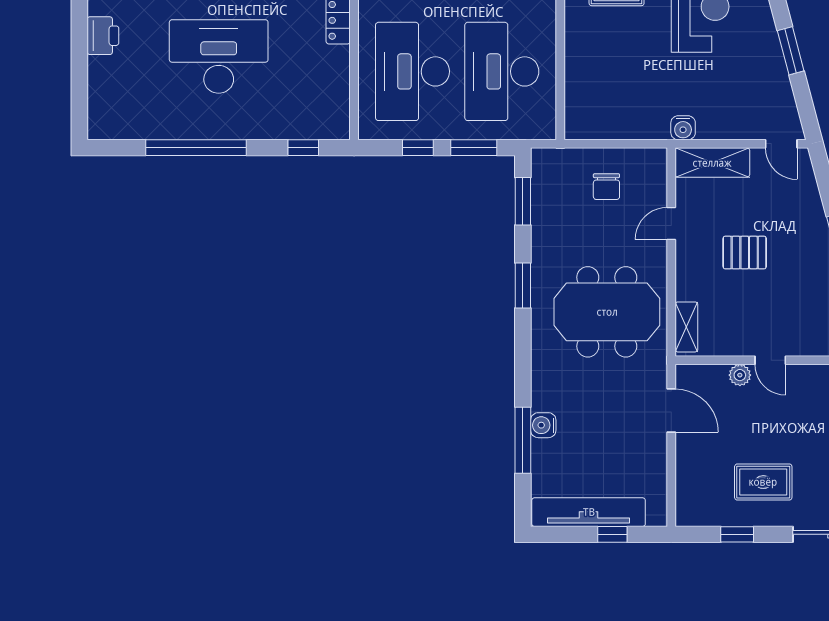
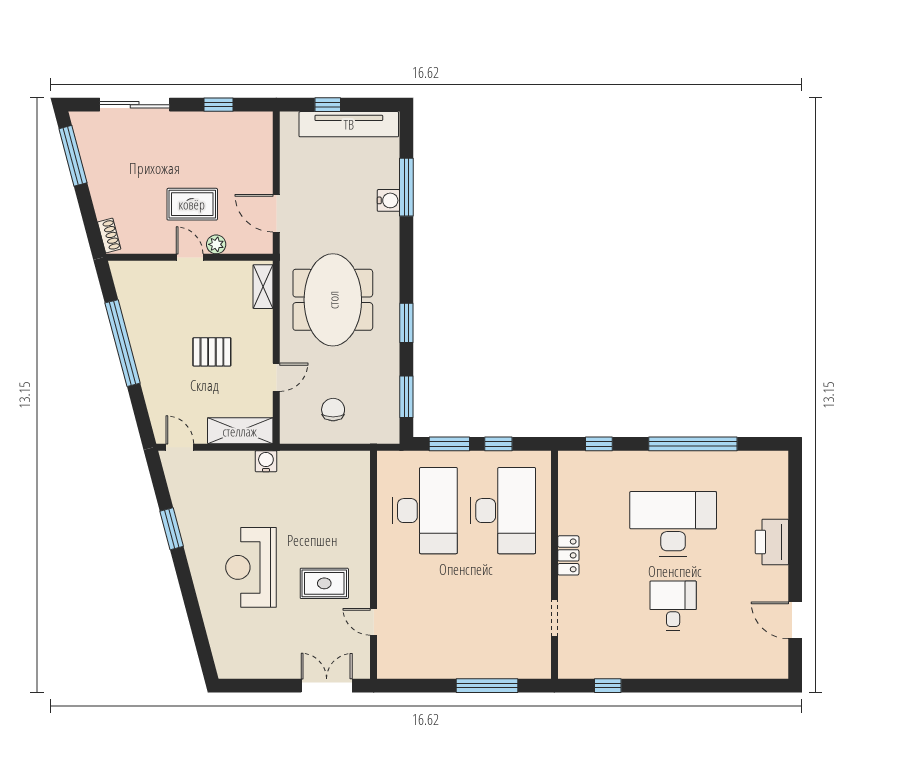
printer: (103, 36) -> (772, 542), width x1.37, depth x1.19
desk: (219, 56) -> (673, 524), turned 180
meeting table: (607, 312) -> (333, 300), turned 90
rug: (763, 482) -> (192, 204), moved

